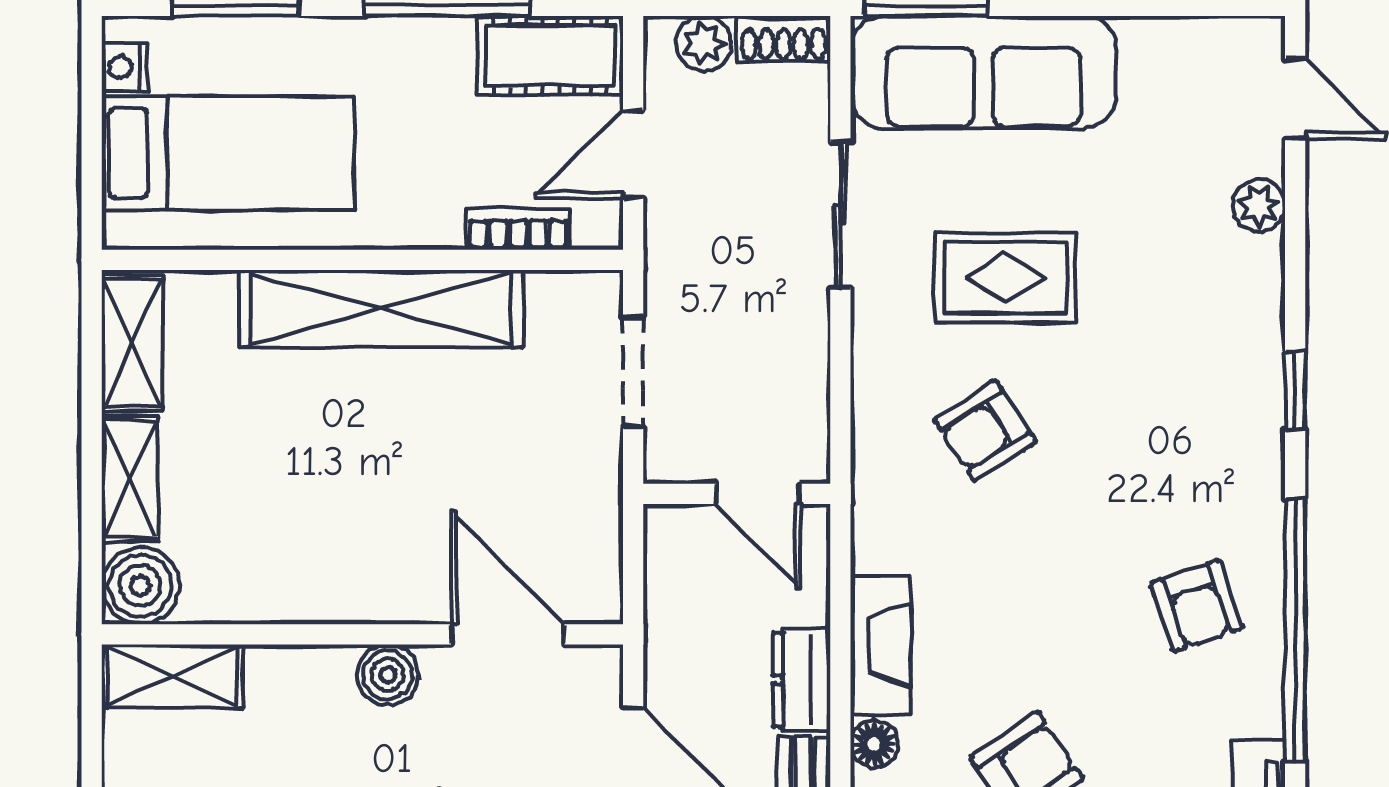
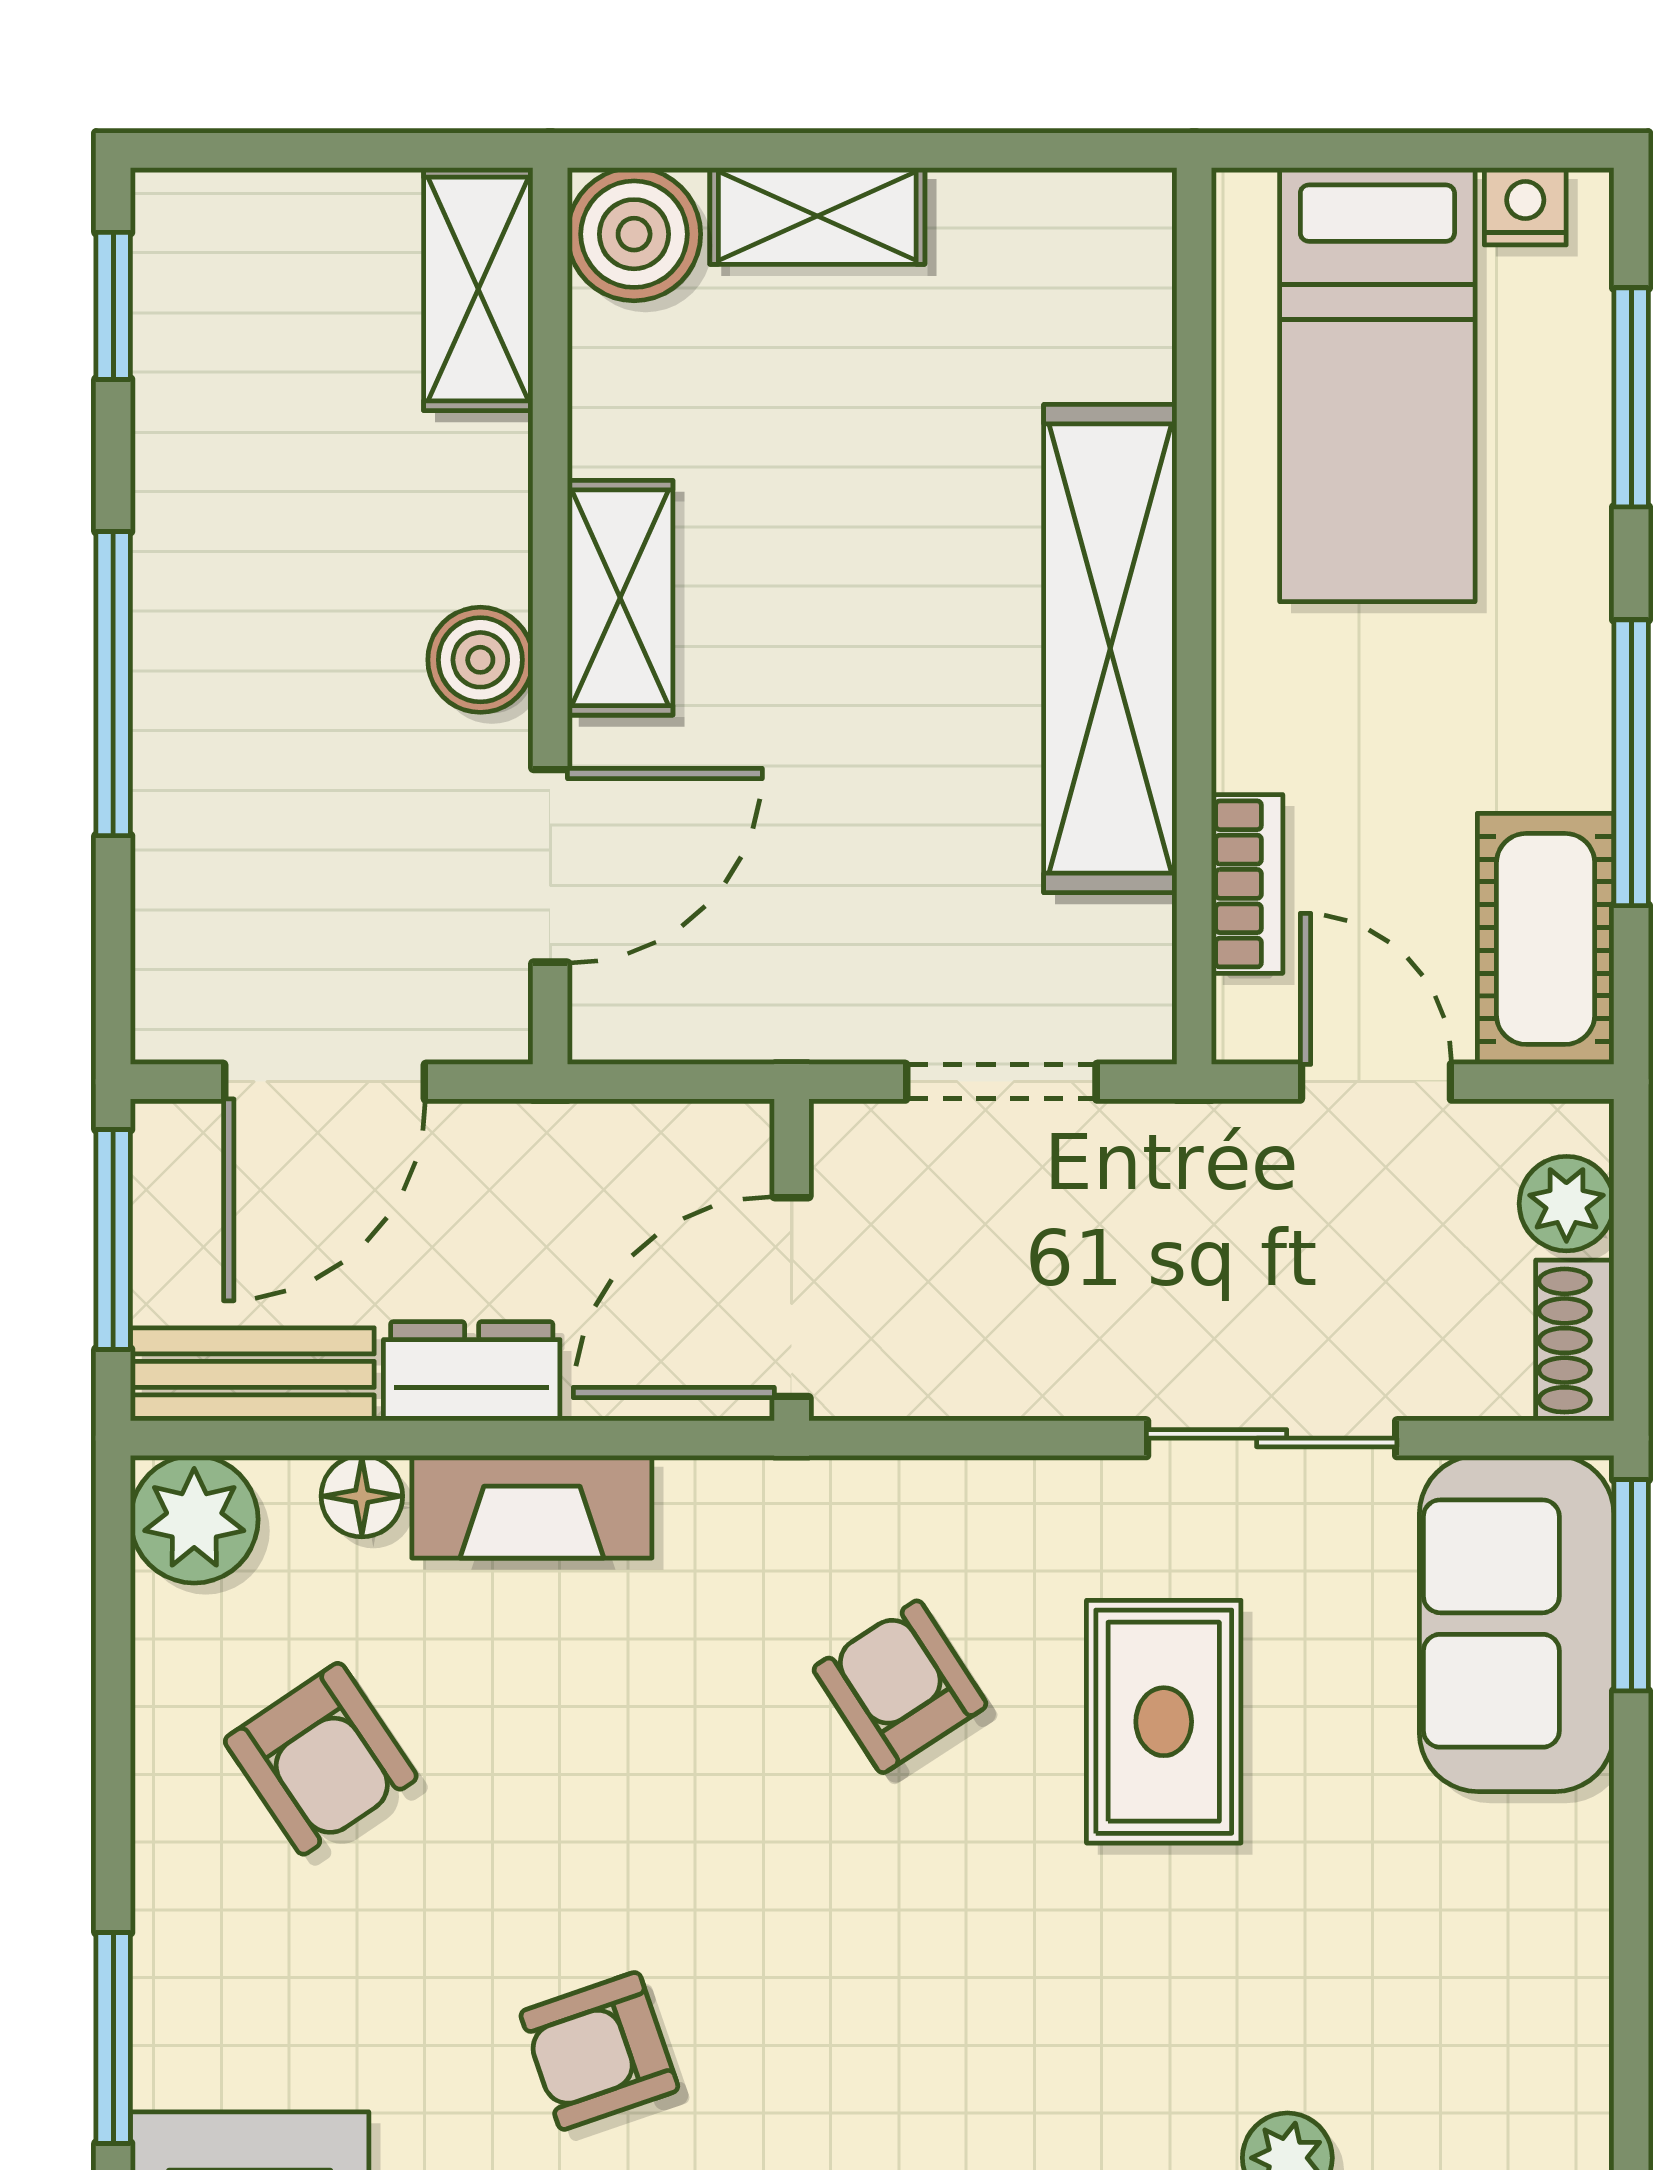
sofa: (983, 72) -> (1517, 1624), width x0.73
shelving: (132, 343) -> (620, 598), moved, turned 90
door: (758, 494) -> (792, 1297), width x1.38

